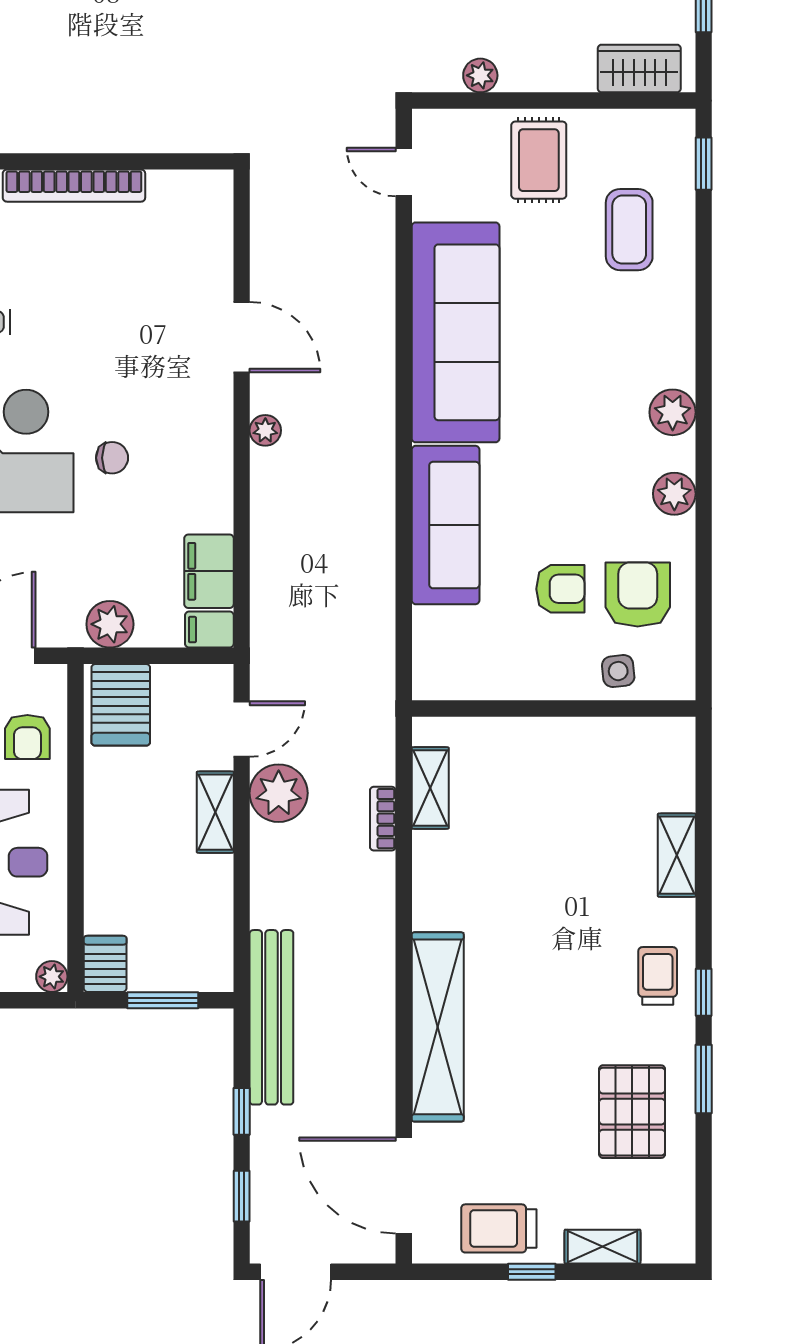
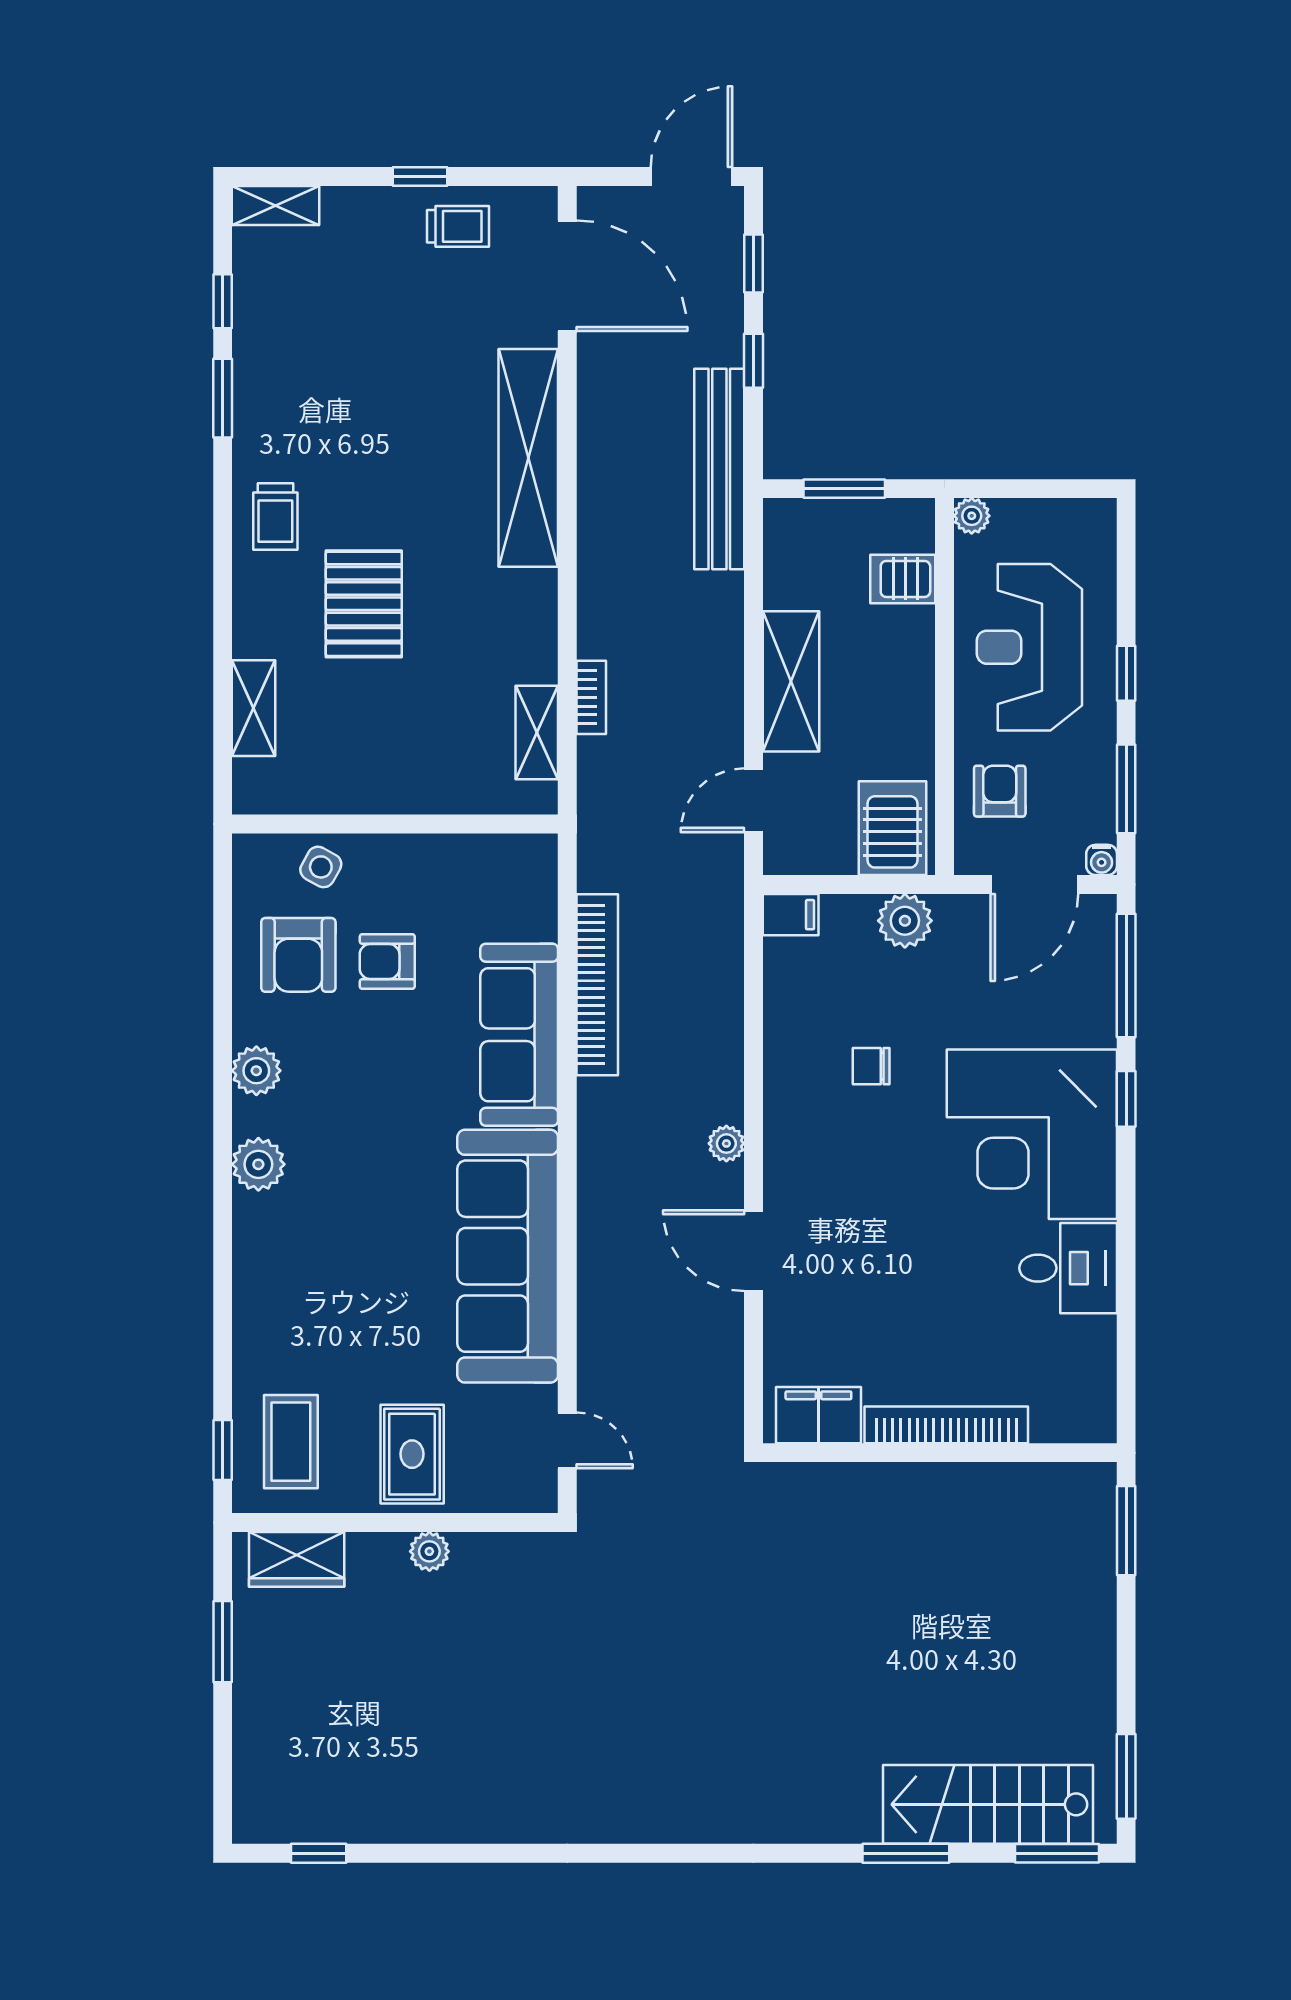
plant: (480, 75) -> (429, 1551), moved
coffee table: (629, 230) -> (291, 1442), moved
chair: (112, 458) -> (871, 1066), moved
bookcase: (378, 569) -> (597, 985), added
filing cabinet: (209, 571) -> (818, 1415), moved, turned -90
side table: (618, 671) -> (321, 867), turned 35
plant: (279, 793) -> (711, 727), removed
shelving: (215, 812) -> (791, 681), width x1.50, depth x1.33
shelving: (677, 855) -> (254, 708), moved
server rack: (105, 964) -> (903, 579), moved, turned 90
window: (704, 992) -> (223, 301), moved
pallet: (632, 1112) -> (364, 604), moved
trolley: (499, 1228) -> (458, 226), width x0.73, depth x0.72
shelving: (603, 1247) -> (275, 205), moved

